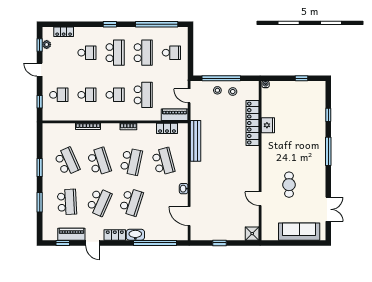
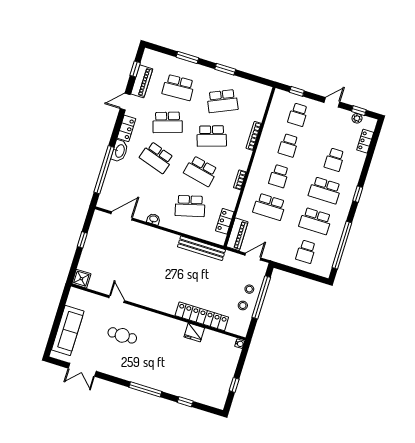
door: (260, 199) -> (117, 299), hinge flipped
school desk: (99, 202) -> (168, 122), turned -42

